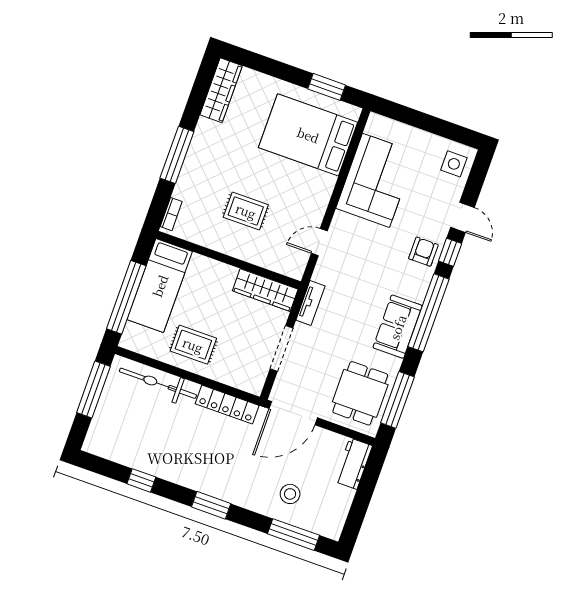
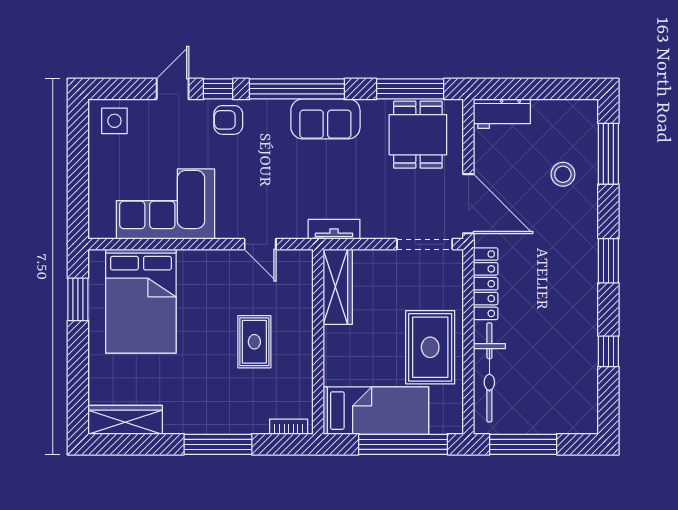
rug: (193, 345) -> (430, 347), width x1.36, depth x1.43
doorway: (281, 348) -> (425, 244), moved
dining table: (360, 393) -> (418, 135), turned 90

